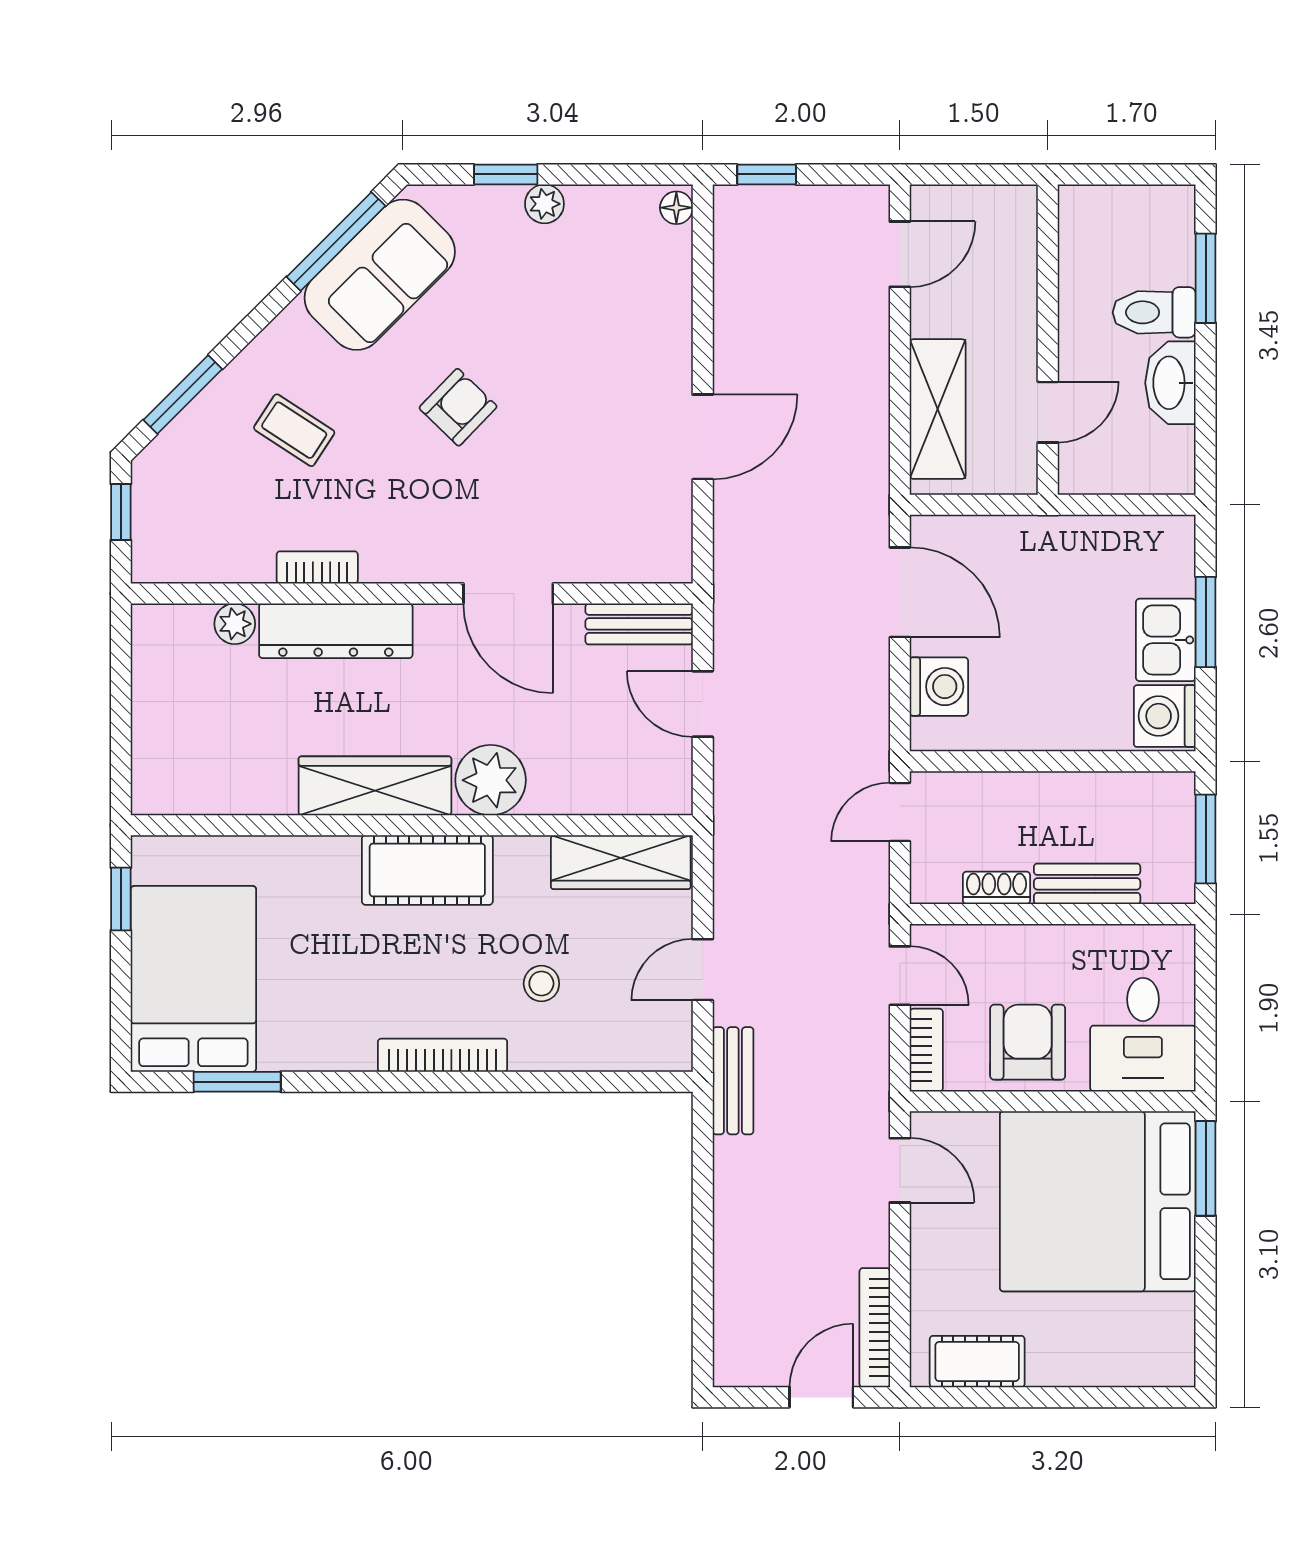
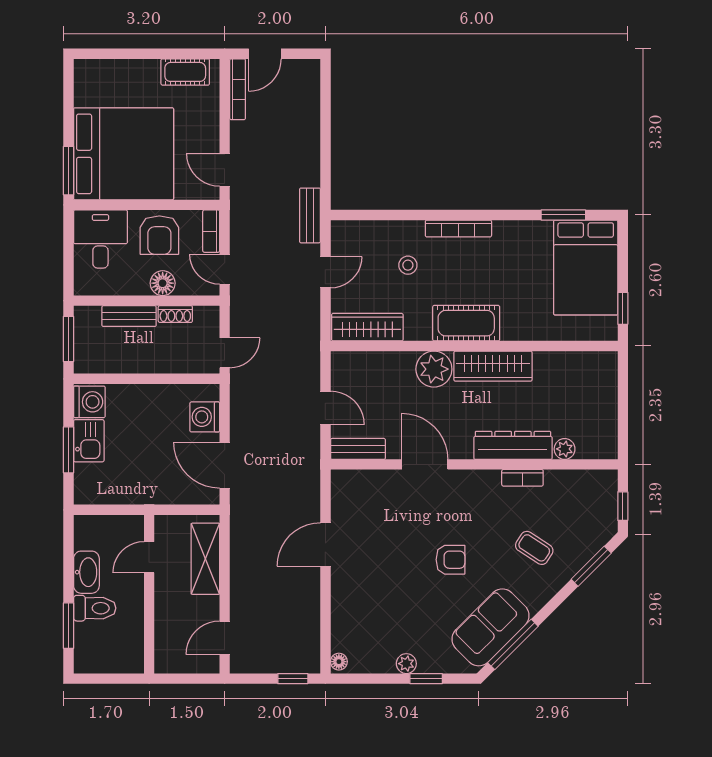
armchair: (458, 407) -> (450, 560), turned -134
floor lamp: (1021, 948) -> (163, 283), added

